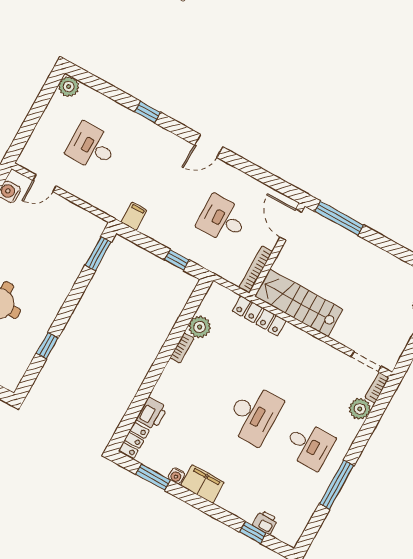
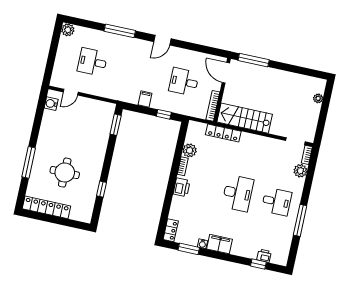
window: (147, 112) -> (120, 31), width x2.17
filing cabinet: (134, 216) -> (145, 99), moved
printer: (152, 413) -> (182, 187), moved

